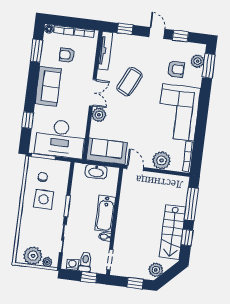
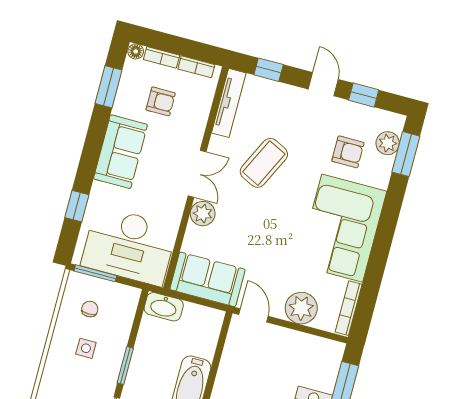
armchair: (67, 55) -> (161, 101), turned 180
washbasin: (96, 172) -> (164, 307), moved
side table: (44, 199) -> (86, 348), width x0.54, depth x0.54

